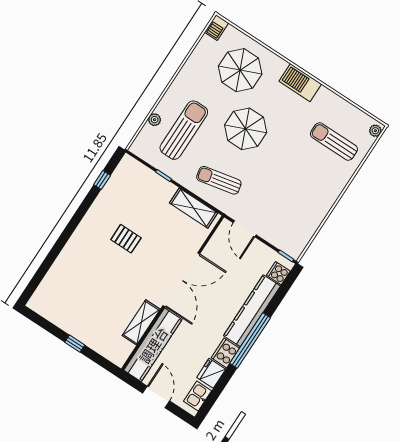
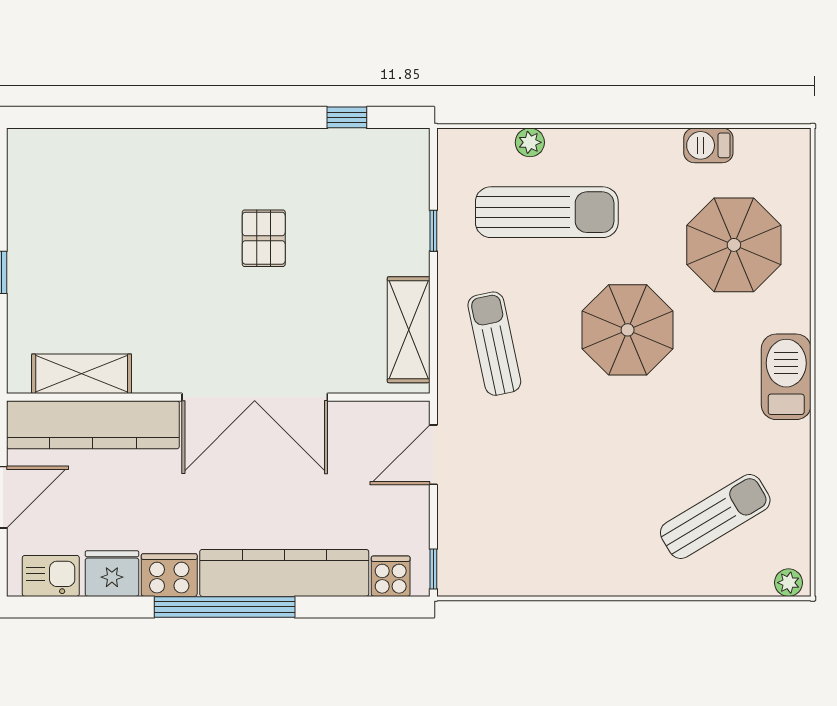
barbecue: (217, 28) -> (708, 145), moved
sun lounger: (334, 142) -> (715, 516), turned 59
shelving: (141, 322) -> (82, 374), moved

